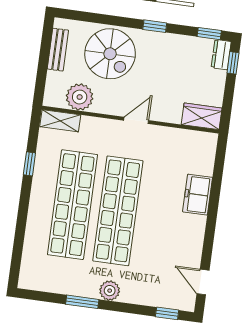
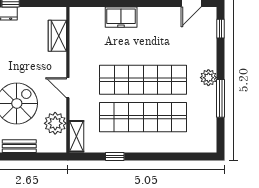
wardrobe: (202, 116) -> (57, 36), moved
door: (136, 120) -> (68, 88), moved
window: (82, 302) -> (221, 98), width x1.44

